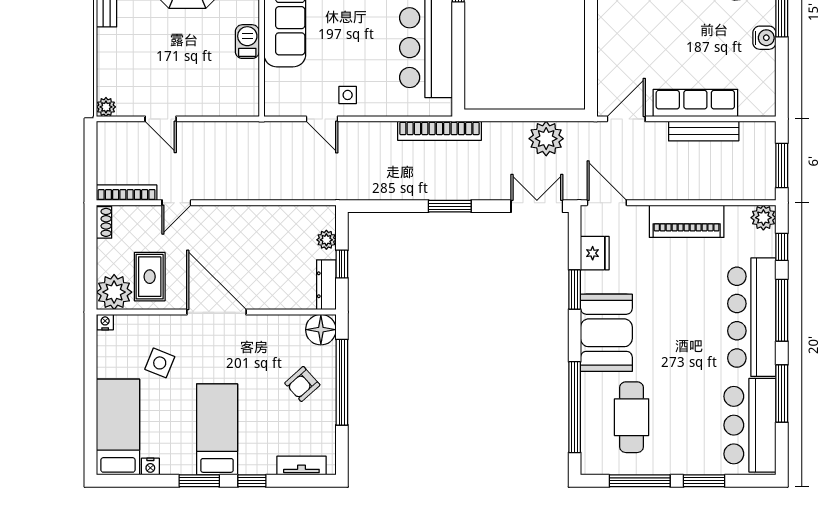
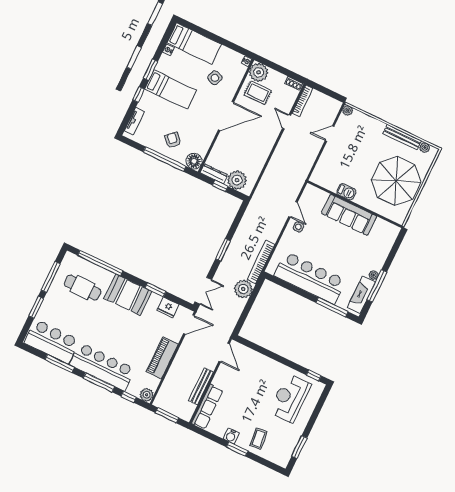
row of seats: (695, 103) -> (207, 407), moved
door: (322, 119) -> (293, 209), swing flipped
plant: (546, 139) -> (243, 289), moved
plant: (326, 240) -> (237, 180), width x1.88, depth x1.88

